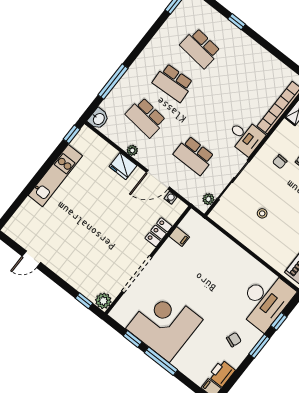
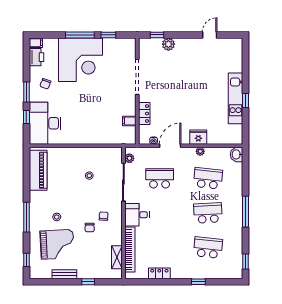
locker: (269, 61) -> (159, 273), added
window: (113, 82) -> (246, 212), moved
window: (72, 134) -> (246, 101), moved
plant: (103, 301) -> (168, 44), moved
corner desk: (164, 324) -> (81, 60), moved

